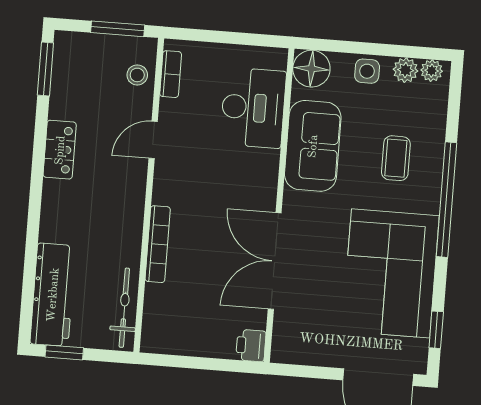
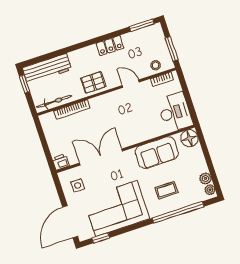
side table: (367, 71) -> (78, 185), moved
desk: (253, 108) -> (175, 112), moved, turned -90
window: (446, 200) -> (178, 212), moved
pallet: (119, 214) -> (93, 82), added
bookcase: (158, 244) -> (72, 109), moved

